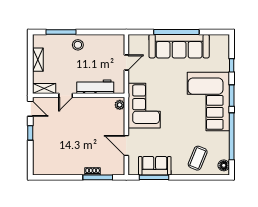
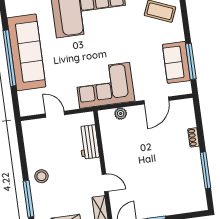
workbench: (95, 87) -> (89, 142), width x0.73
plant: (120, 105) -> (121, 114), moved
window: (98, 177) -> (205, 170), moved

